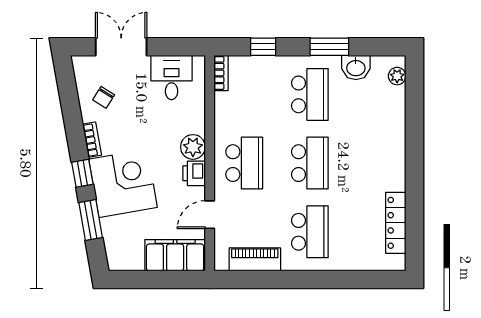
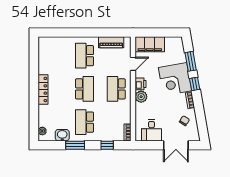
school desk: (310, 163) -> (85, 89), turned 180
locker: (396, 223) -> (43, 90), moved

